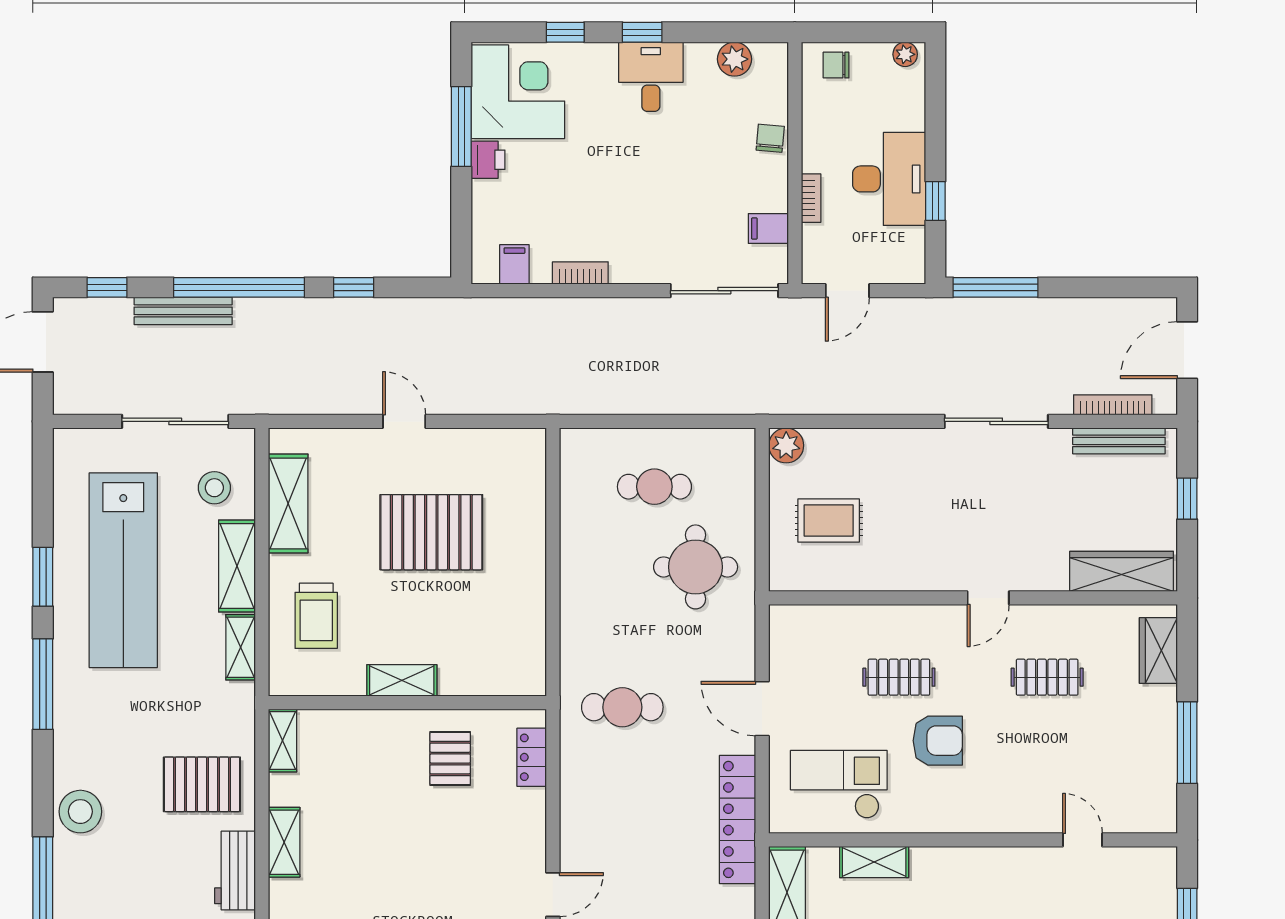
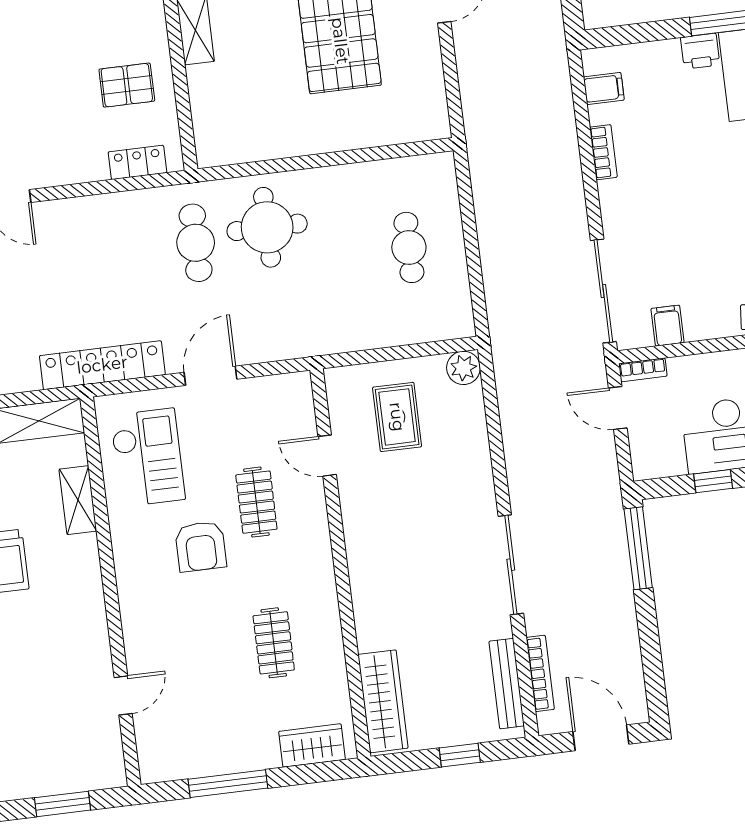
bookcase: (811, 198) -> (643, 370), moved
round table: (696, 567) -> (267, 227), moved
door: (988, 598) -> (327, 456), moved

